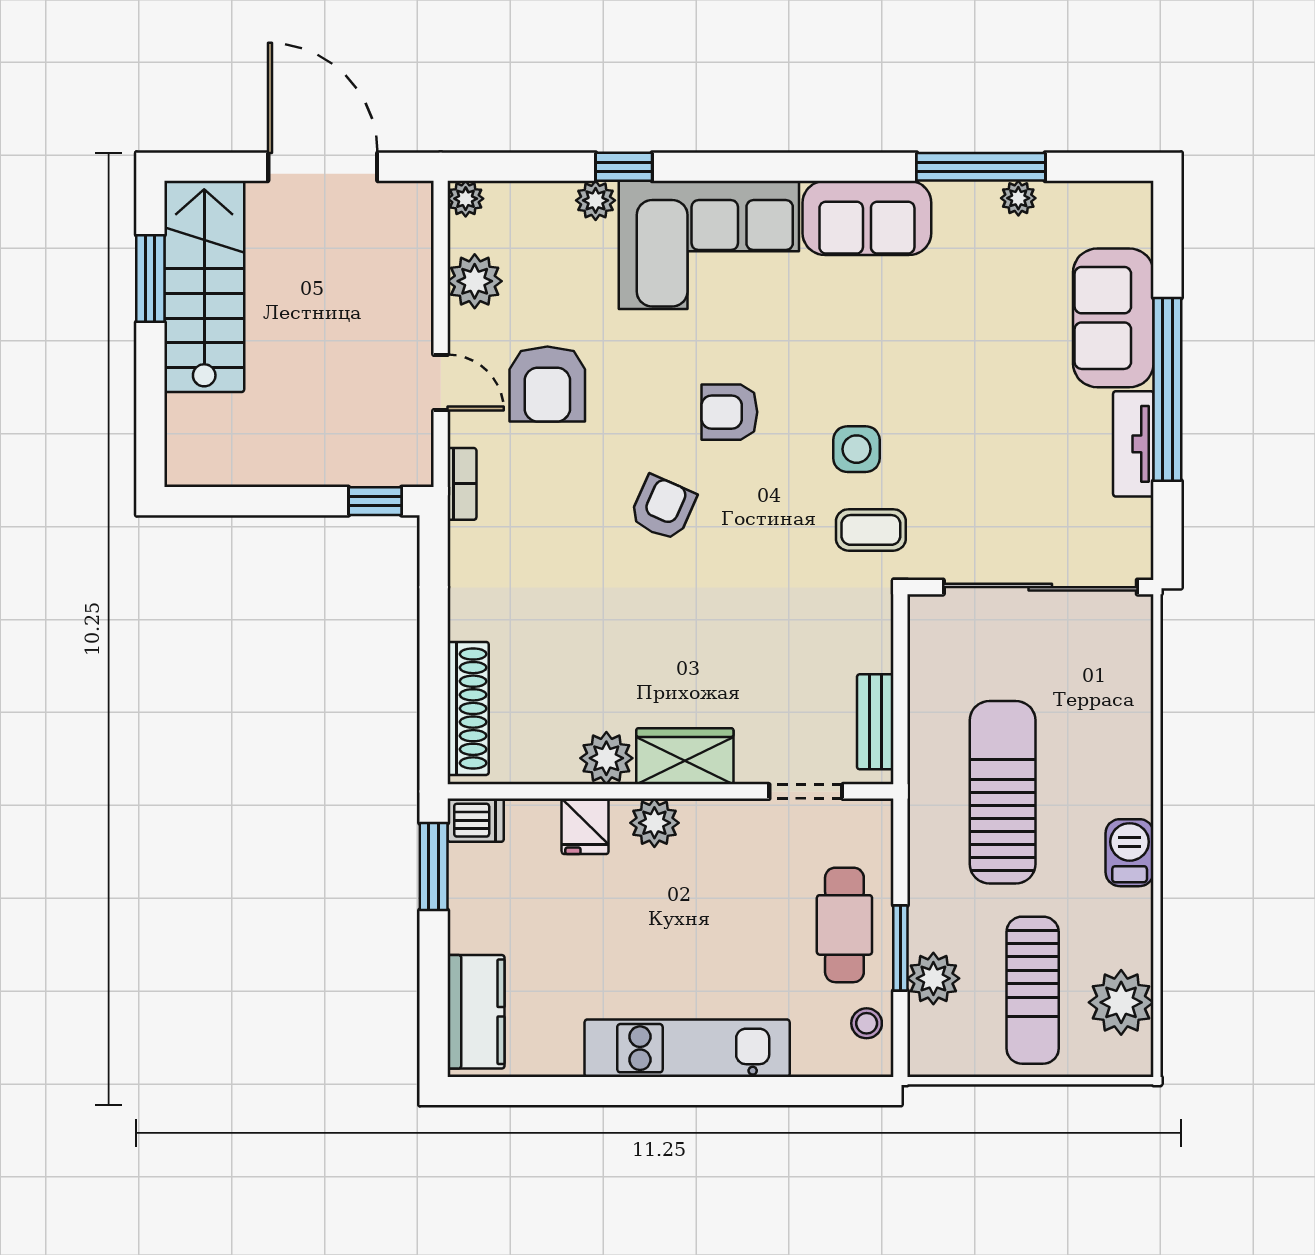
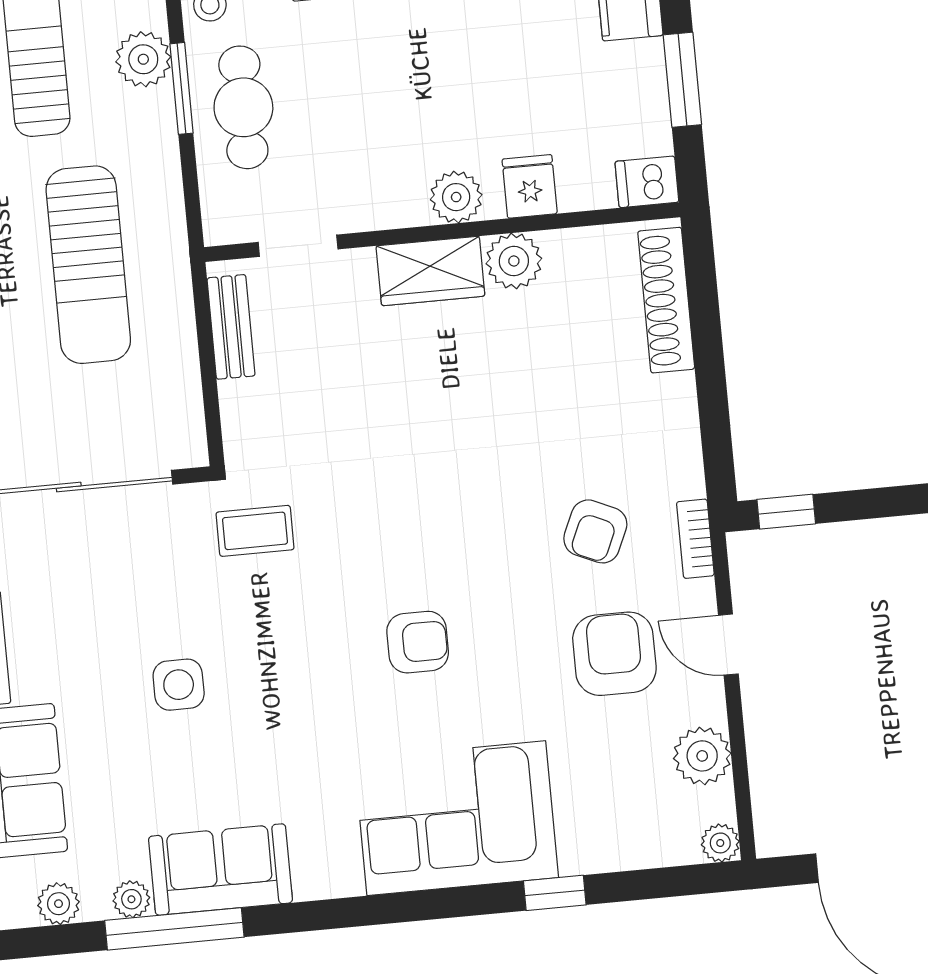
plant: (596, 200) -> (58, 904), moved
sofa: (867, 218) -> (220, 870), moved
side table: (856, 449) -> (179, 685), moved
armchair: (663, 508) -> (595, 531), moved
window: (434, 867) -> (682, 80), moved

